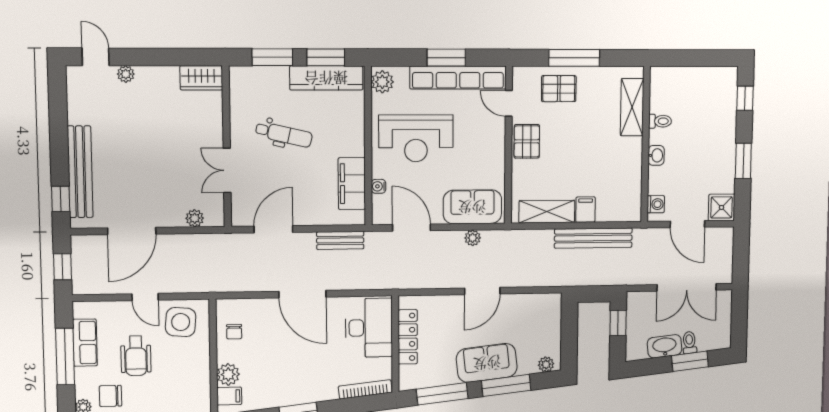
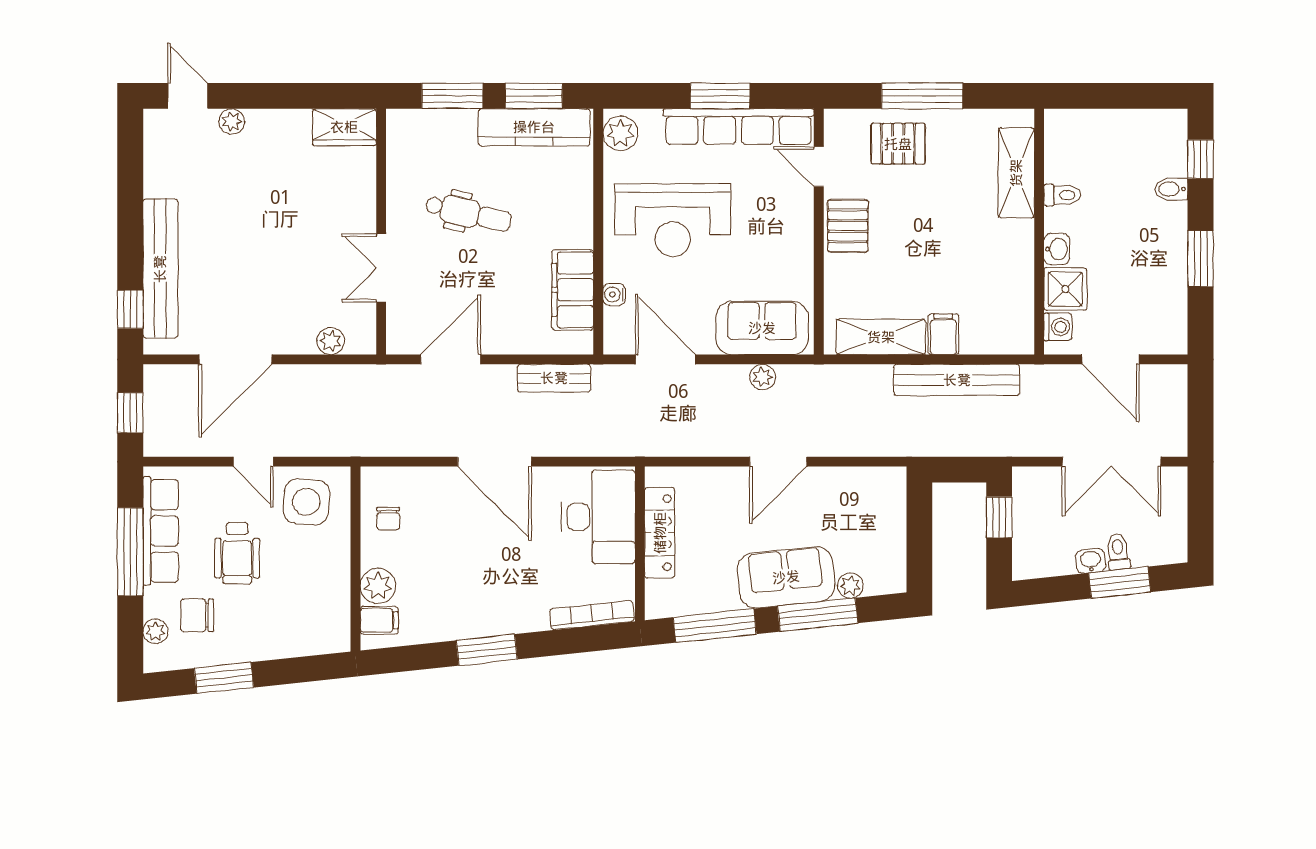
bidet: (727, 117) -> (1171, 189), added
shower: (722, 207) -> (1065, 289), moved
row of seats: (85, 343) -> (161, 531), width x1.48
washbasin: (665, 346) -> (1091, 561), width x0.52, depth x0.69
plant: (546, 364) -> (850, 586), moved

